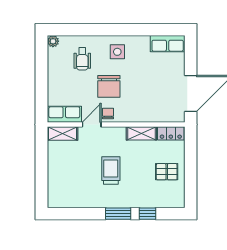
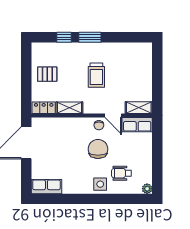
side table: (117, 52) -> (100, 184), moved
wheelchair: (82, 59) -> (121, 173), turned -90
door: (92, 125) -> (113, 116), hinge flipped

